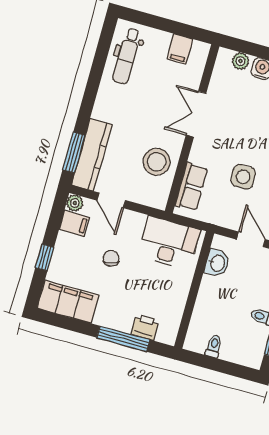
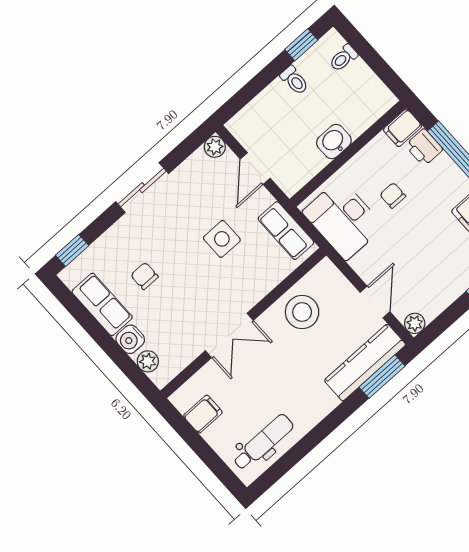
row of seats: (191, 187) -> (286, 231), moved, turned -90
filing cabinet: (74, 223) -> (403, 128), moved, turned -90
chair: (111, 258) -> (393, 195), moved, turned 106
washbasin: (217, 263) -> (334, 142), moved
toilet: (214, 346) -> (343, 58), moved

